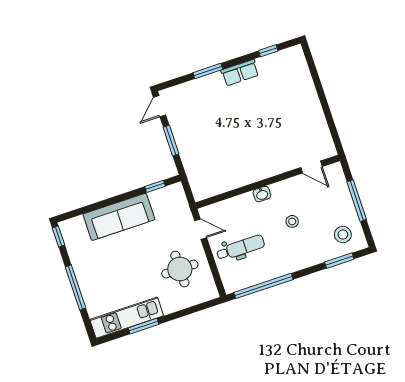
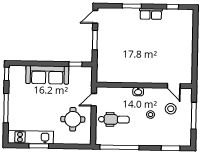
door: (201, 229) -> (94, 100), swing flipped
stool: (343, 235) -> (171, 109), moved

